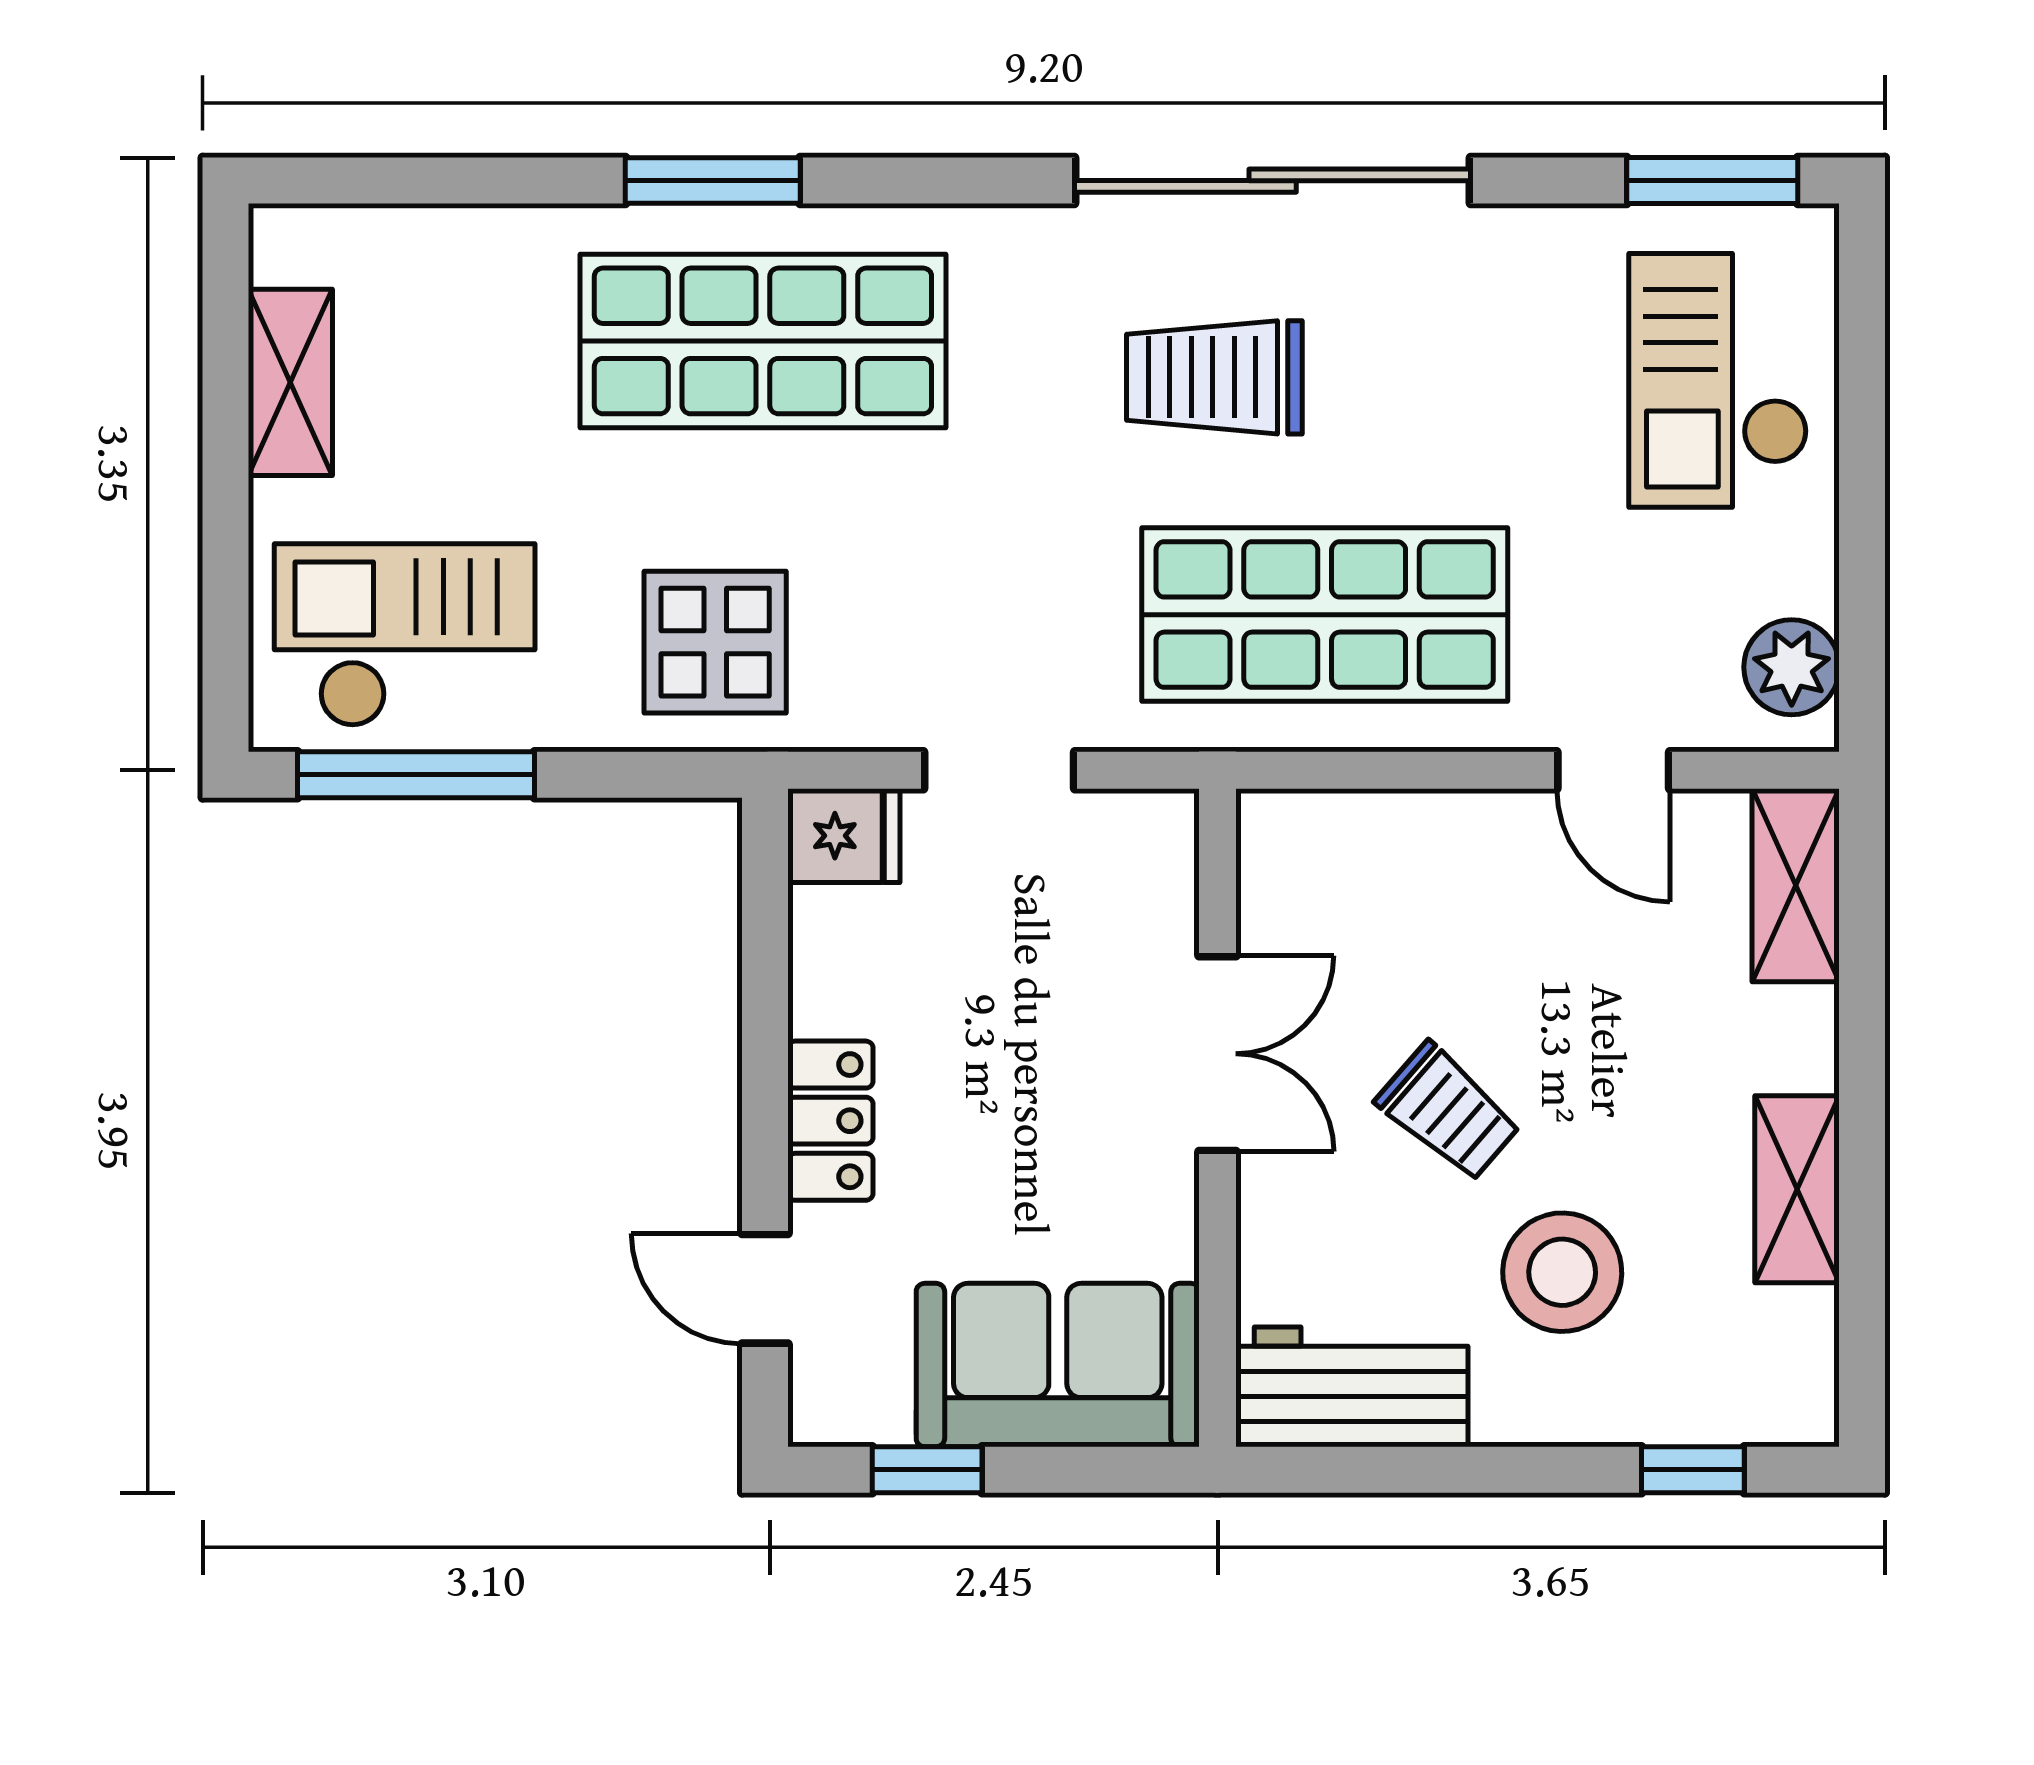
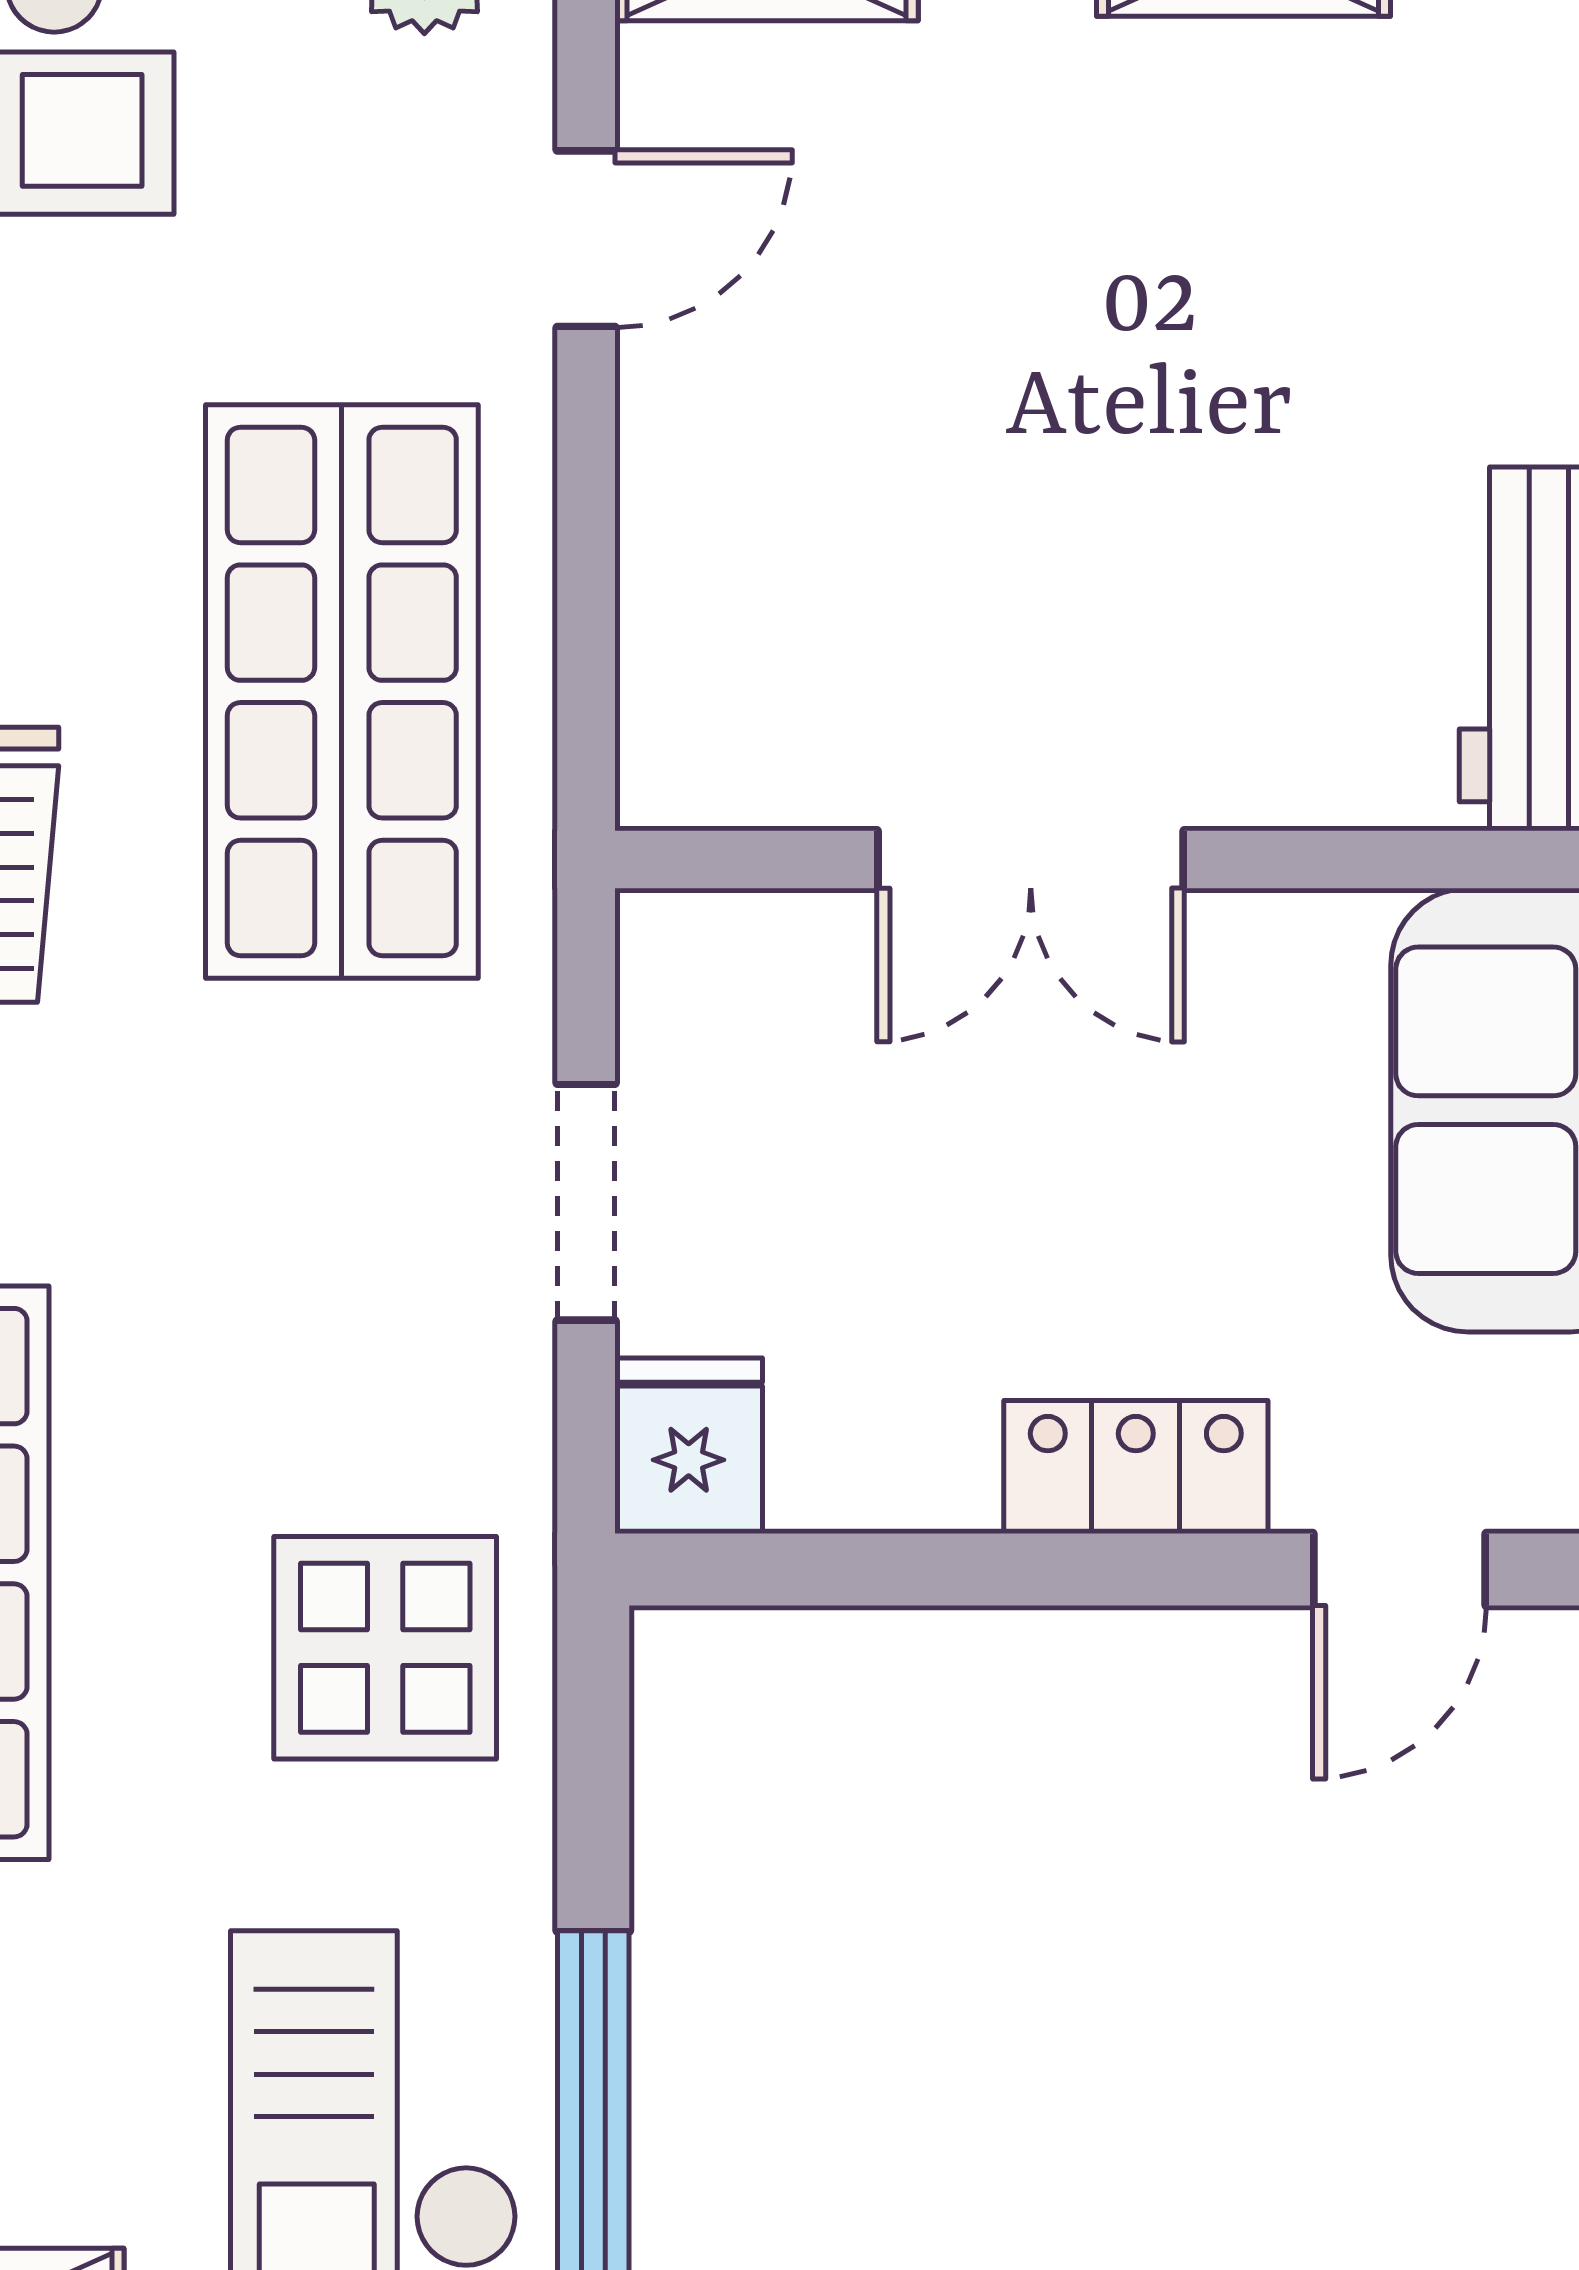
double door: (1218, 1054) -> (1031, 860), swing flipped
trolley: (1449, 1112) -> (1122, 497), removed
stool: (1562, 1272) -> (1374, 319), removed

